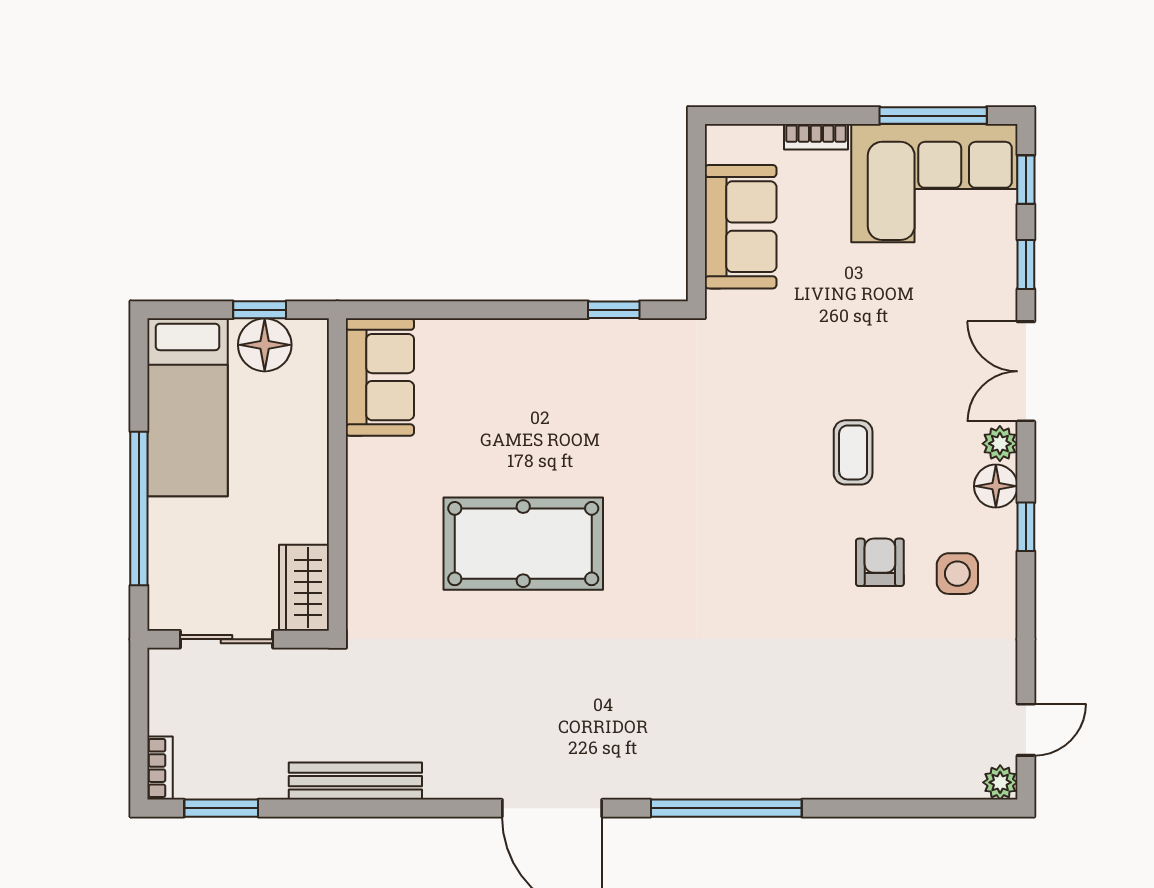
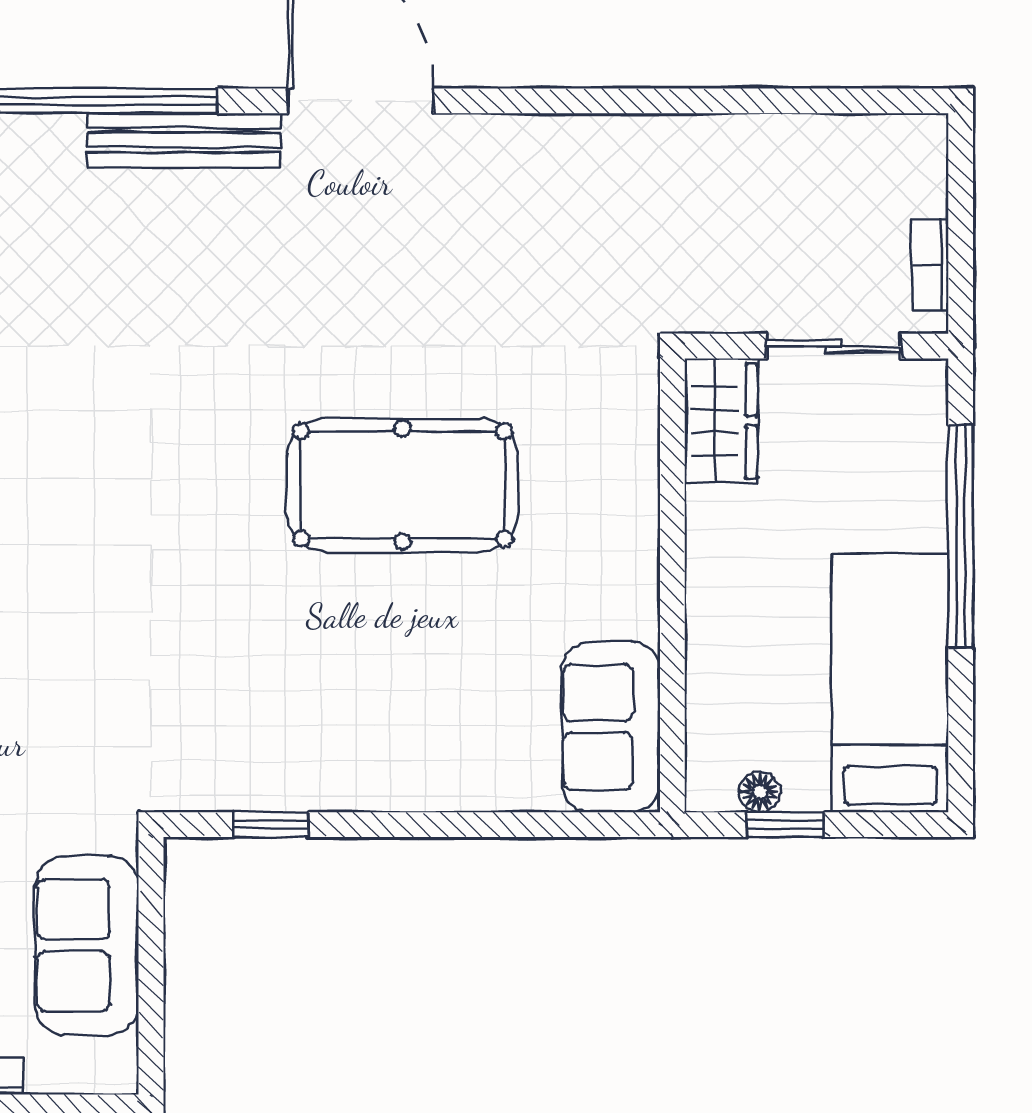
floor lamp: (265, 345) -> (760, 792), width x0.53, depth x0.53
bookcase: (160, 768) -> (930, 264), moved
bench: (355, 781) -> (184, 140), moved
window: (221, 808) -> (841, 101), removed

